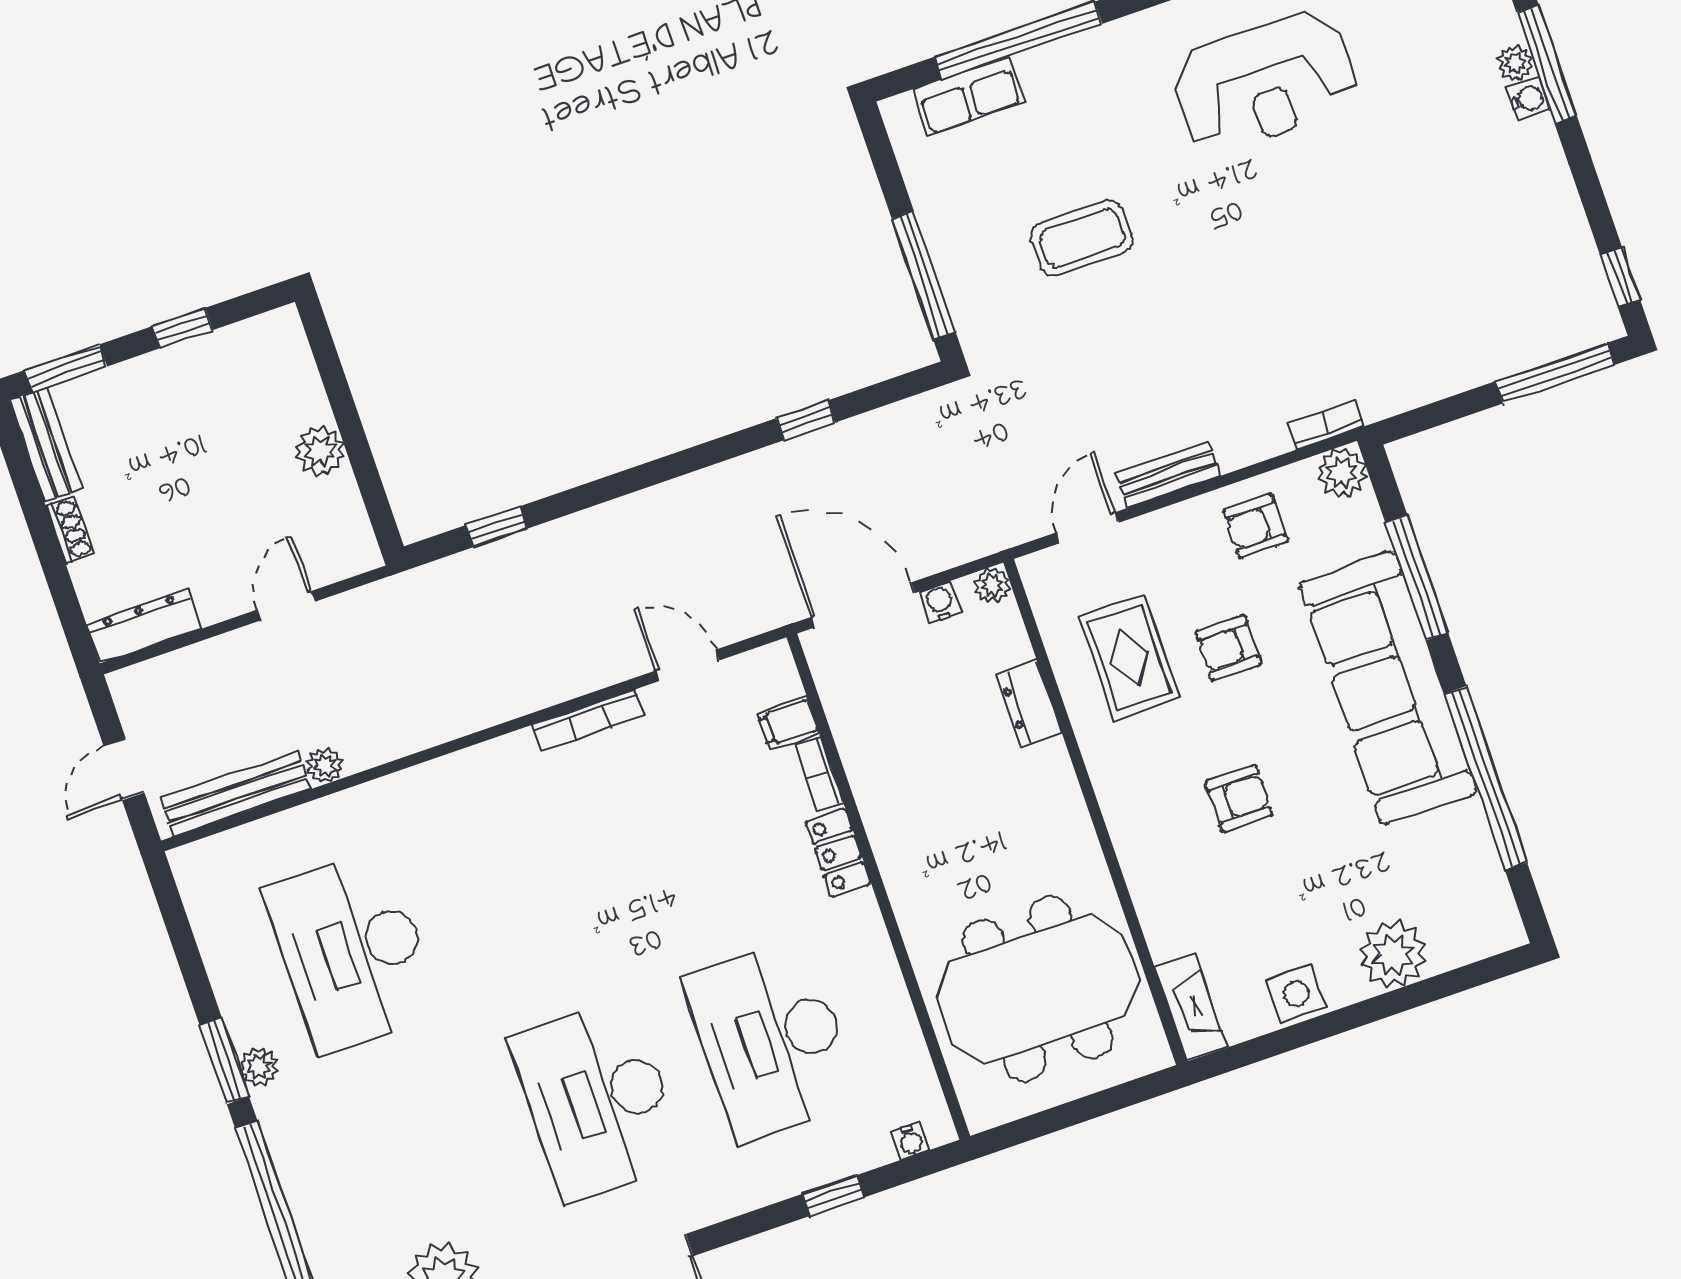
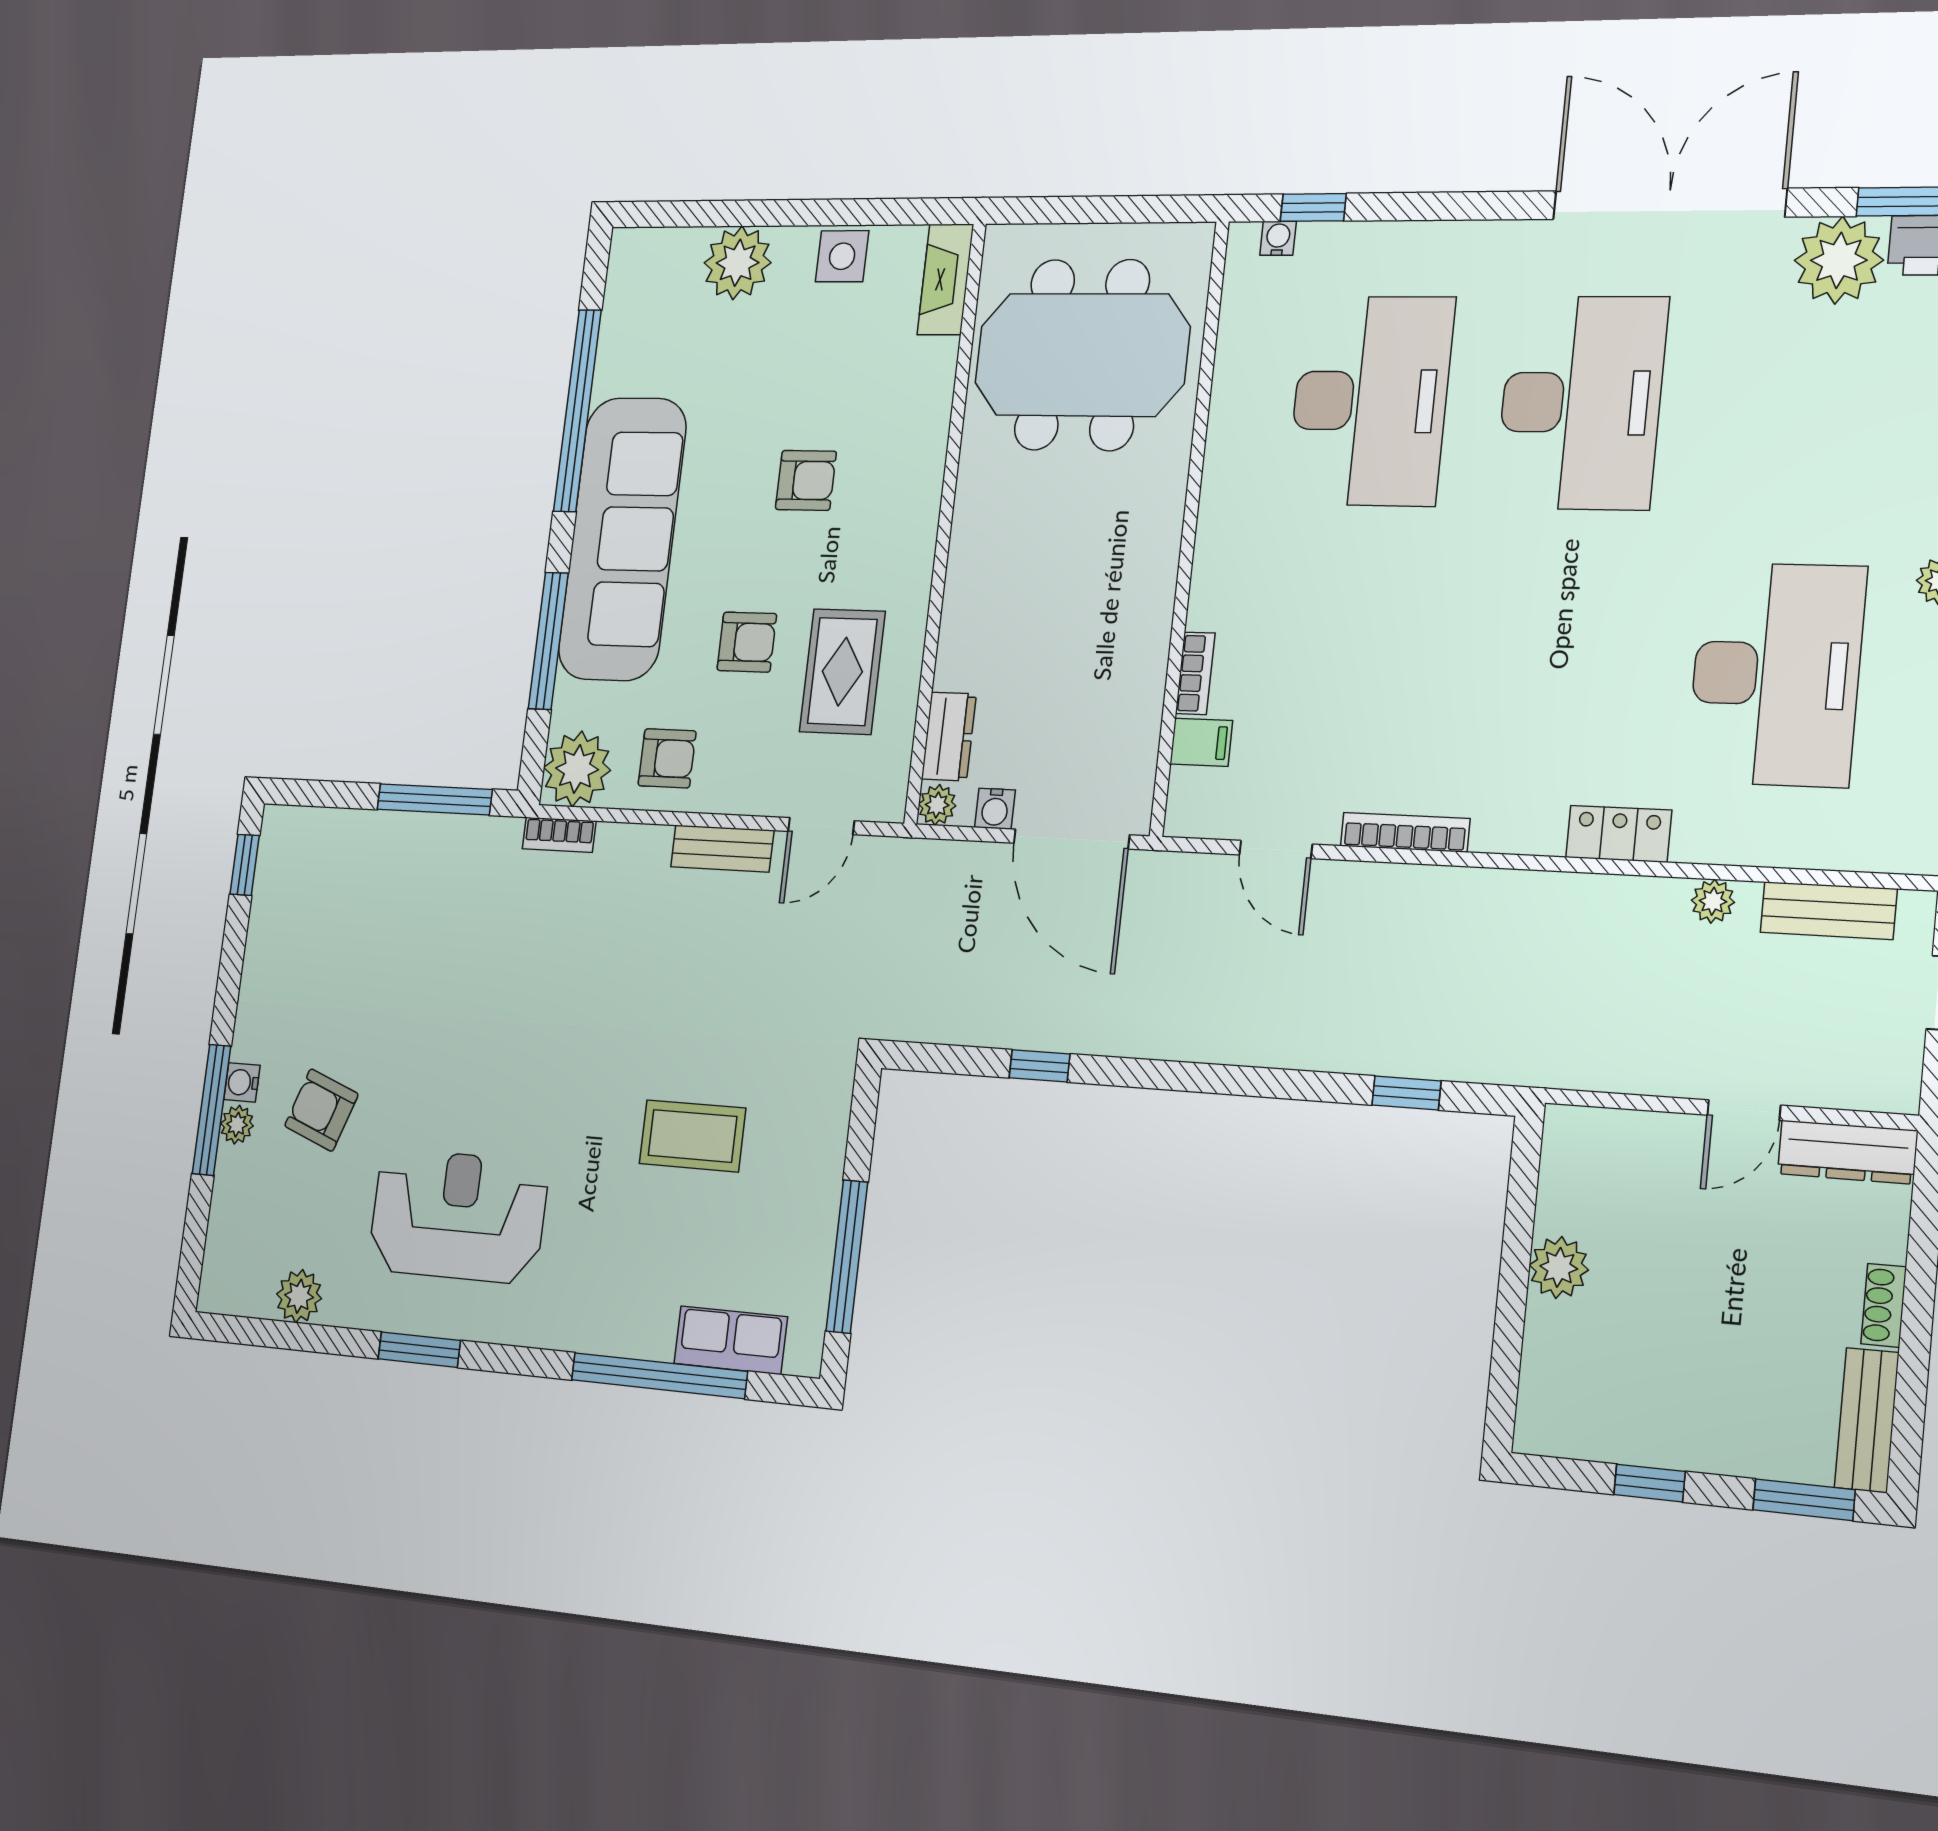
armchair: (1439, 110) -> (321, 1110), added
window: (924, 276) -> (847, 1256), moved
window: (1555, 373) -> (435, 799), moved
plant: (1342, 473) -> (577, 769), width x1.36, depth x1.36
door: (286, 606) -> (1744, 1110), moved
dresser: (1029, 703) -> (949, 737), moved
bench: (235, 794) -> (1828, 911), width x0.73
armchair: (1239, 799) -> (806, 480), turned 180
locker: (838, 853) -> (1619, 834), moved, turned -90
window: (833, 1196) -> (1313, 207), moved

